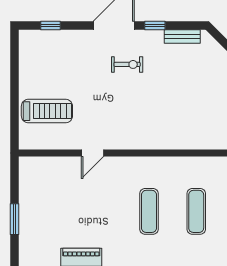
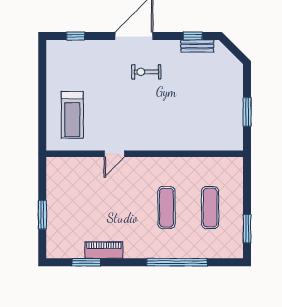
window: (155, 26) -> (193, 36), moved
exercise bike: (127, 64) -> (146, 72), turned 180
treadmill: (47, 111) -> (72, 115), turned 90

